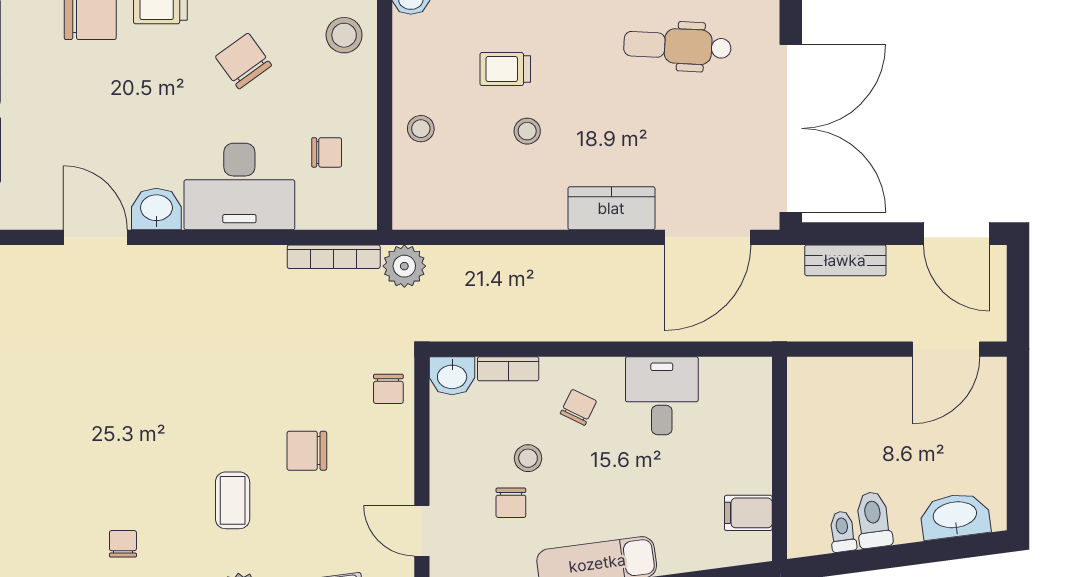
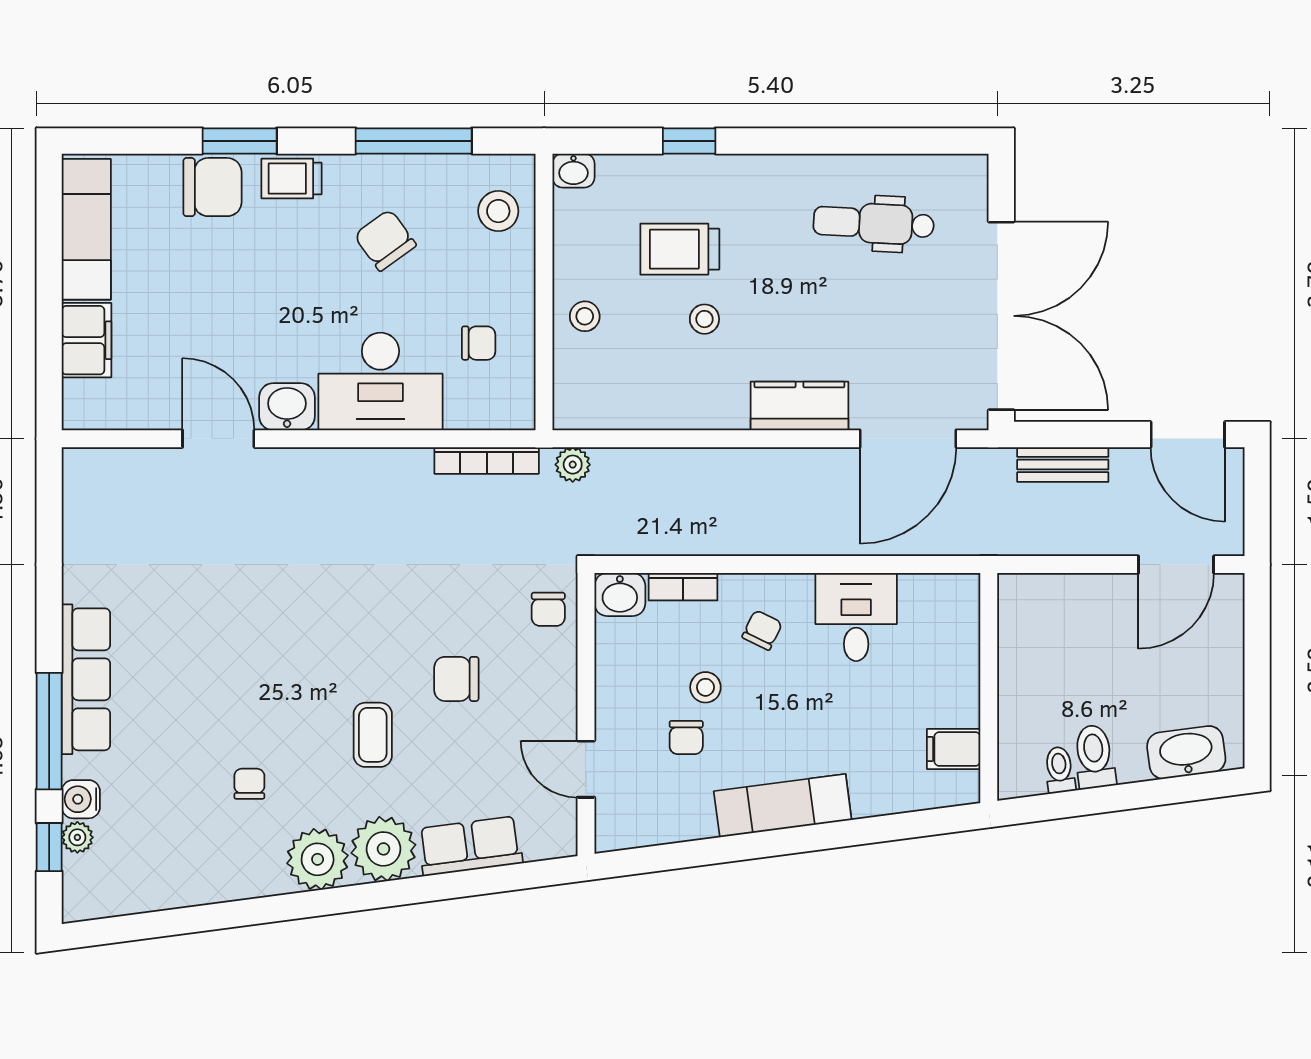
trolley: (505, 69) -> (680, 249), width x1.36, depth x1.39
plant: (404, 266) -> (573, 465), width x0.73, depth x0.73

